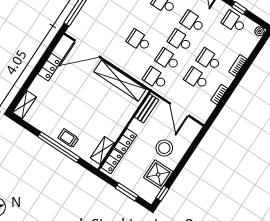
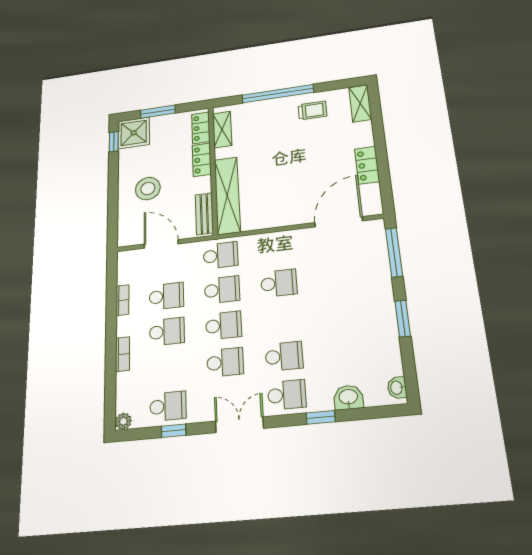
shelving: (120, 81) -> (227, 195), moved, turned 90
trolley: (68, 138) -> (312, 110), moved
shower: (158, 175) -> (134, 133), moved

